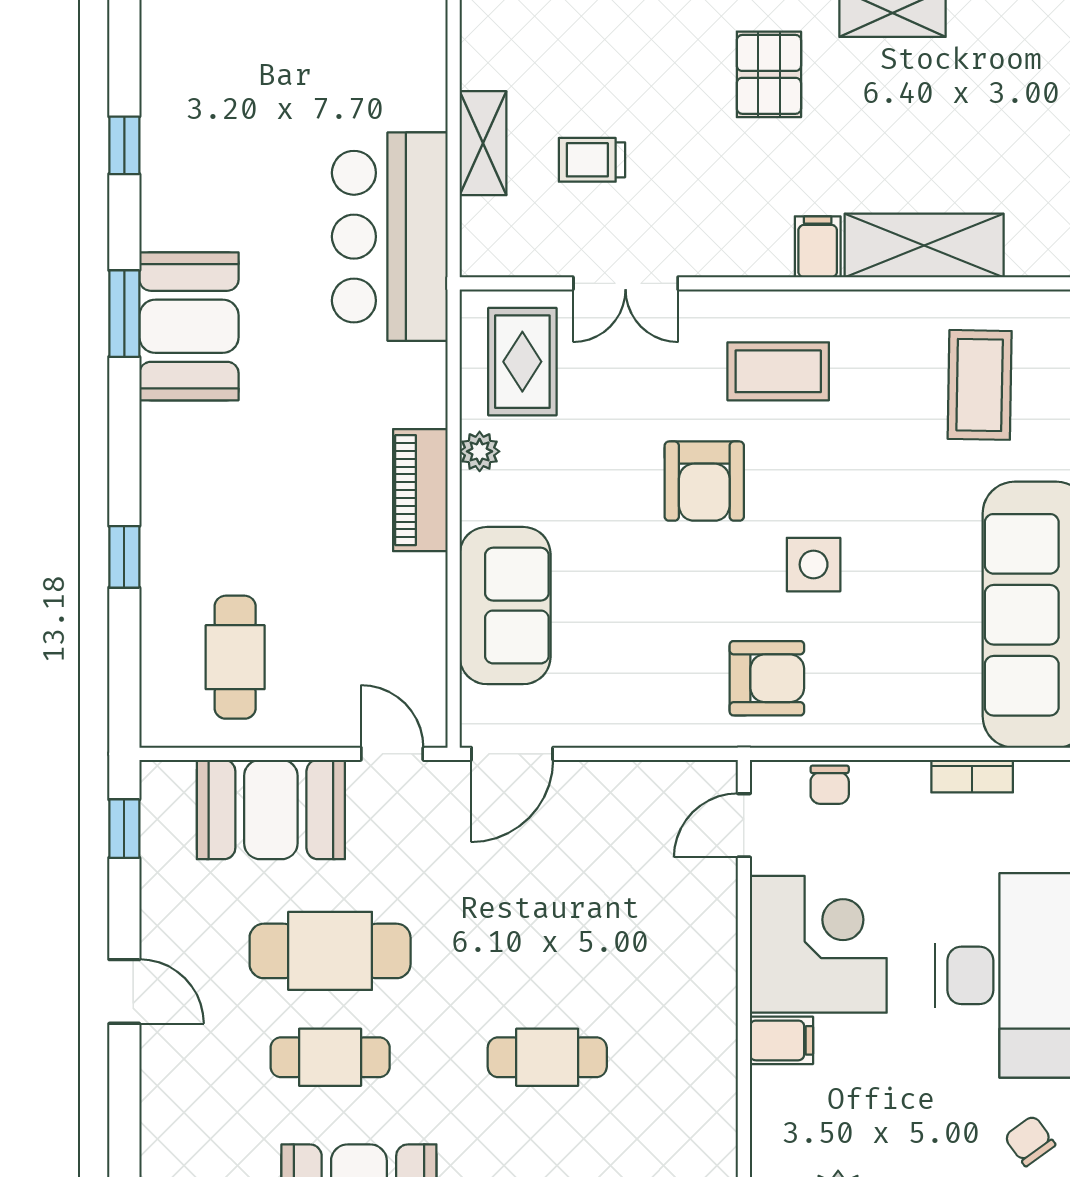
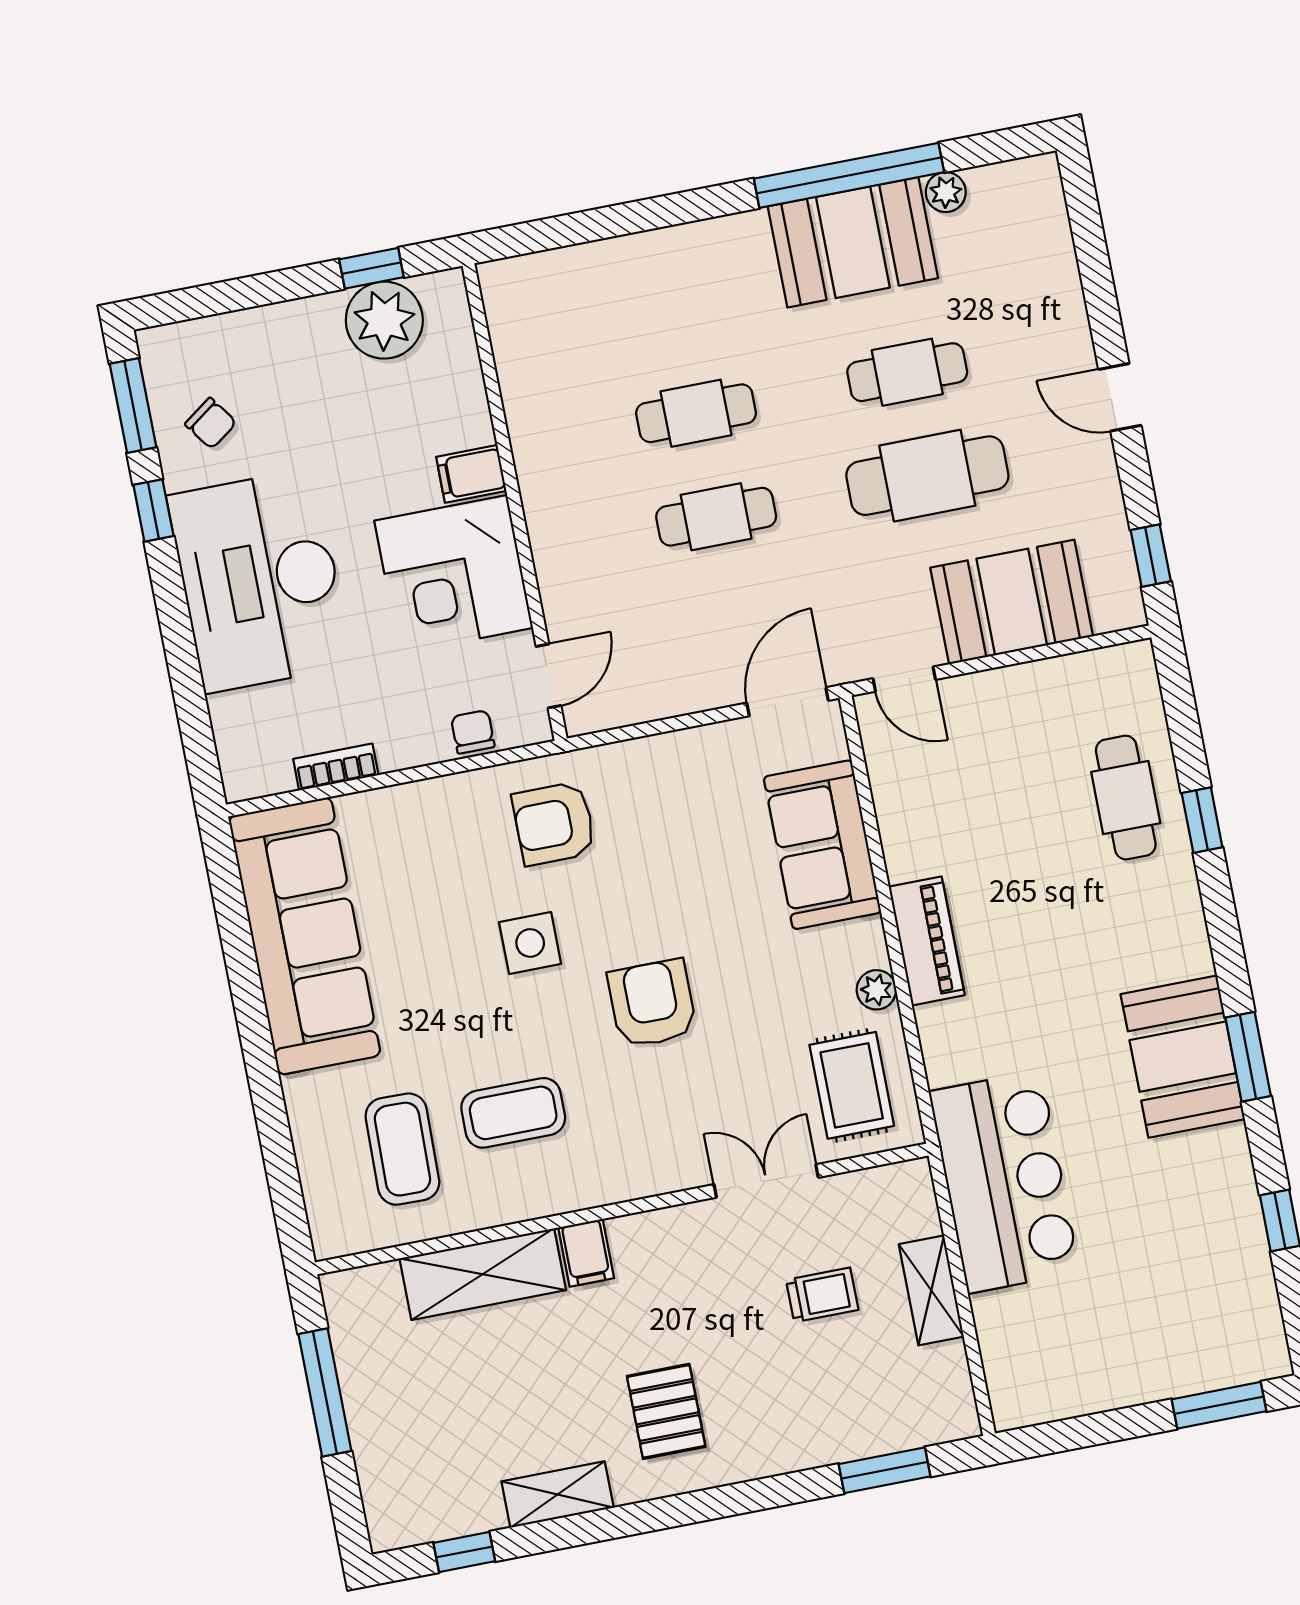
coffee table: (778, 371) -> (513, 1113), moved
cafe table: (235, 657) -> (1126, 798), moved
cafe table: (547, 951) -> (716, 517), added

